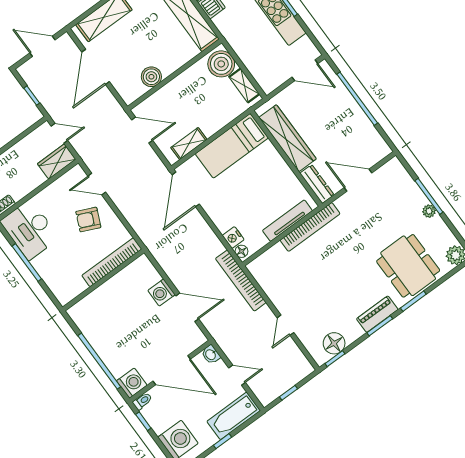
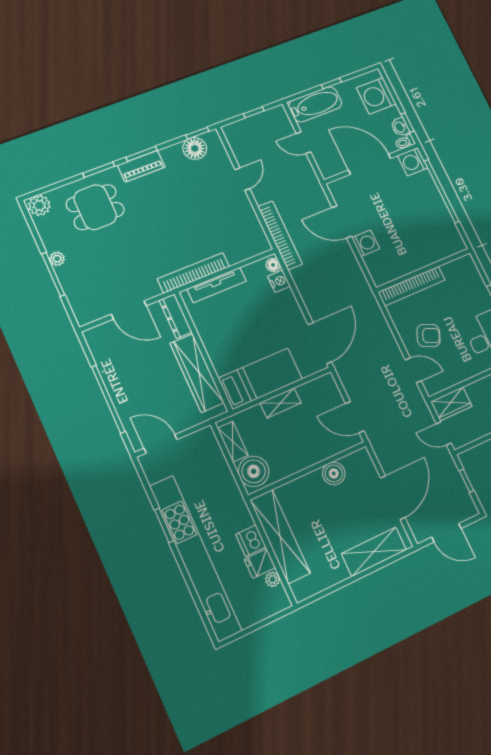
shelving: (189, 144) -> (281, 403), moved
dining table: (408, 266) -> (95, 207), width x0.73
washbasin: (211, 354) -> (400, 127), moved, turned 180

